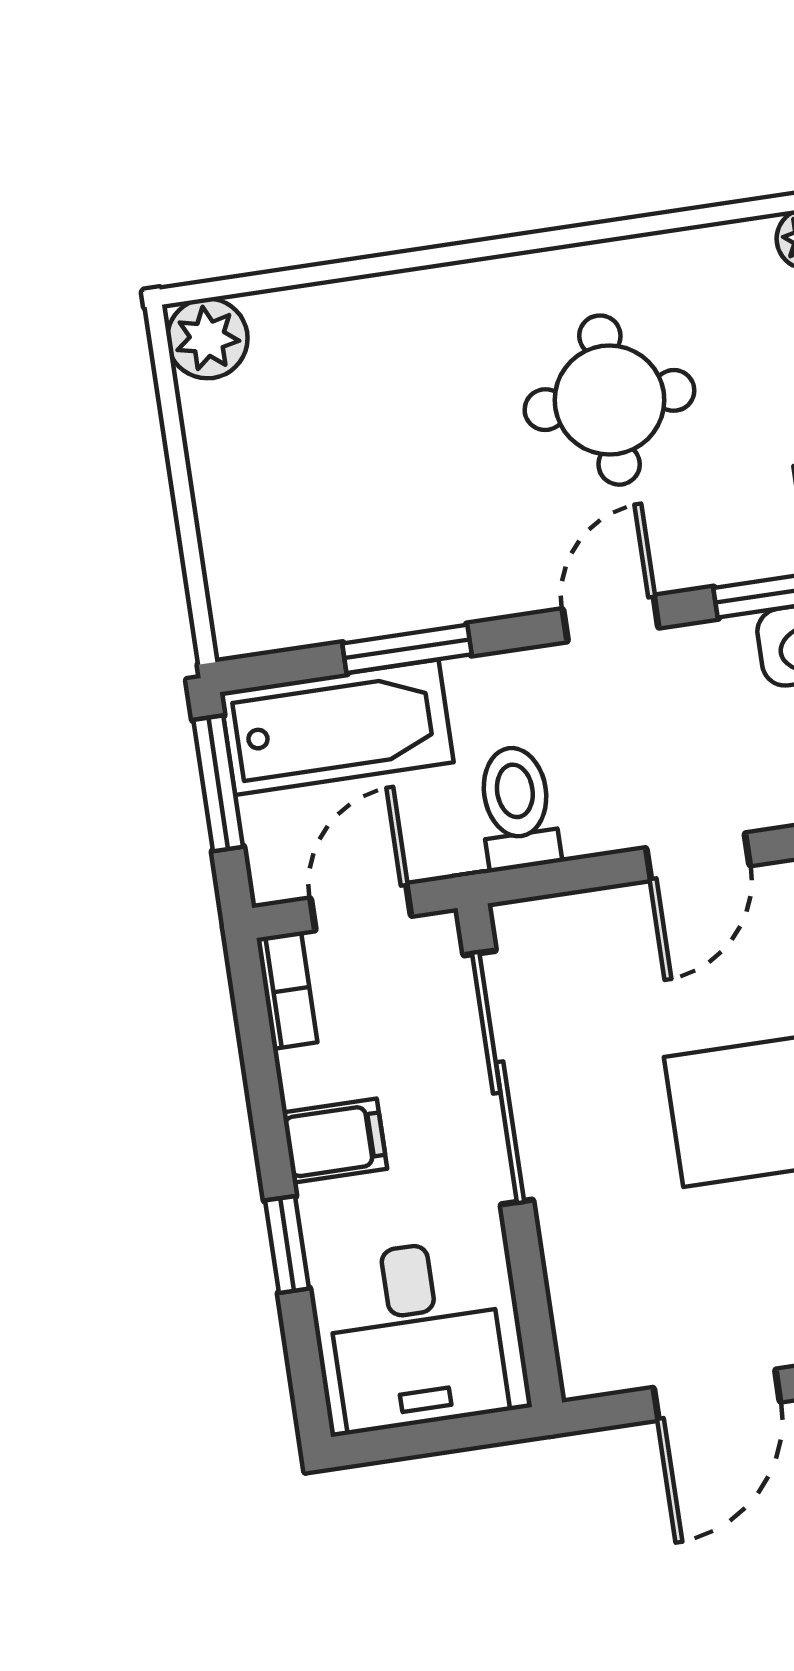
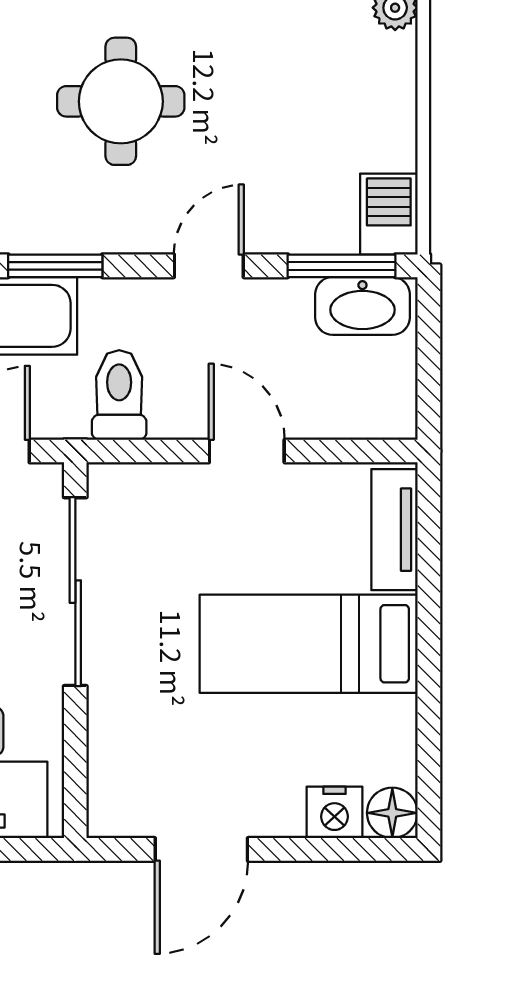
round table: (609, 400) -> (121, 101), moved
door: (698, 857) -> (247, 451), swing flipped

